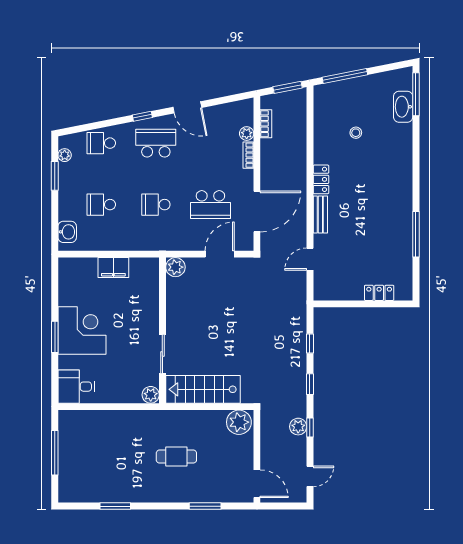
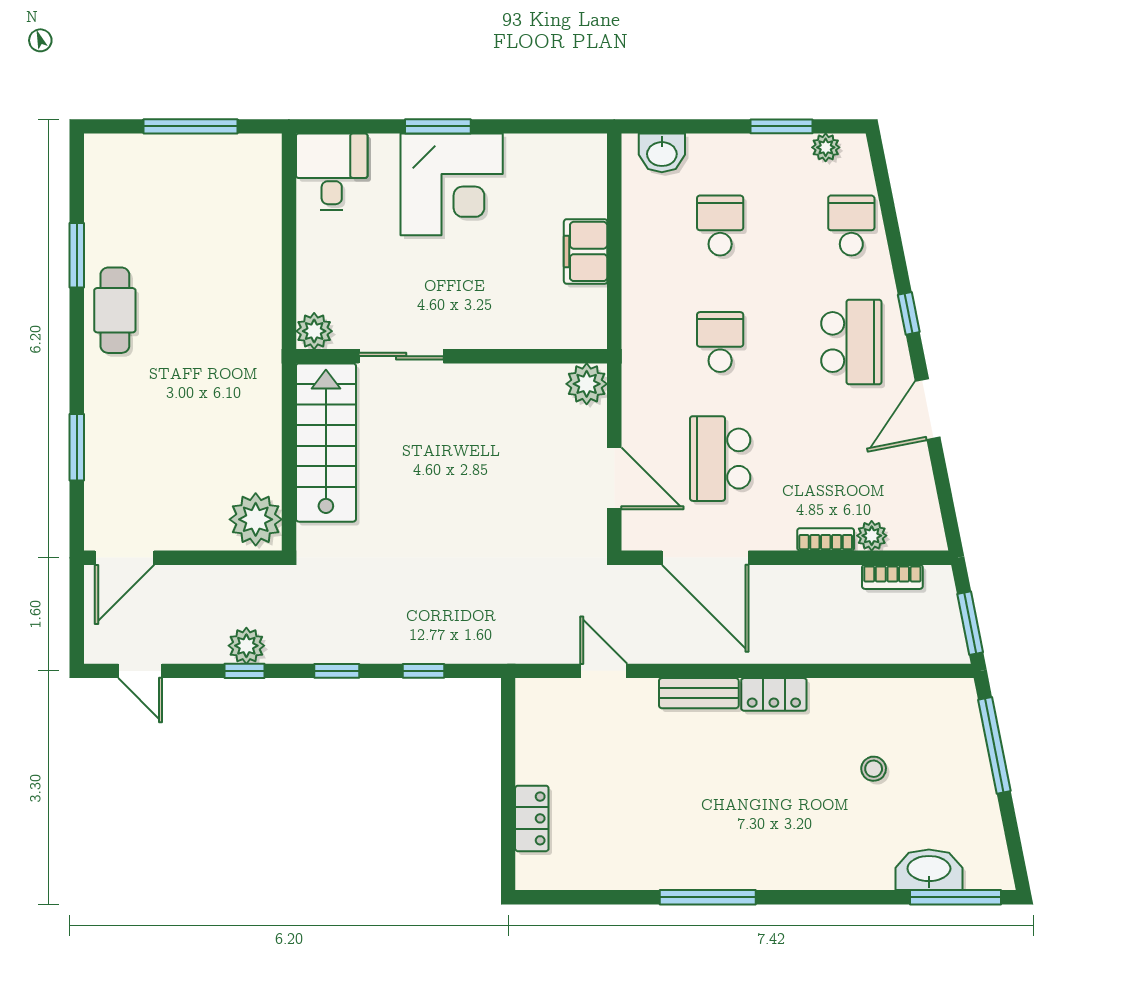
window: (416, 234) -> (708, 897), moved
cafe table: (176, 457) -> (115, 310), moved

